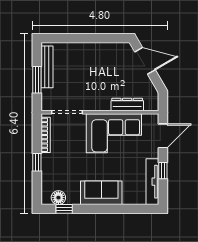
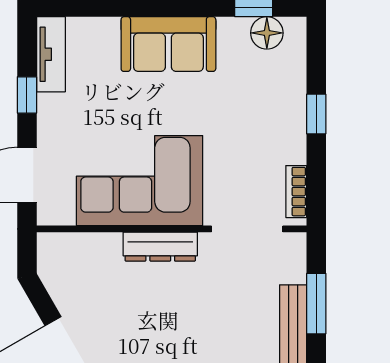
dresser: (127, 105) -> (160, 247), moved
bookcase: (46, 135) -> (296, 192), width x0.64
tv unit: (152, 182) -> (51, 54), width x0.71

